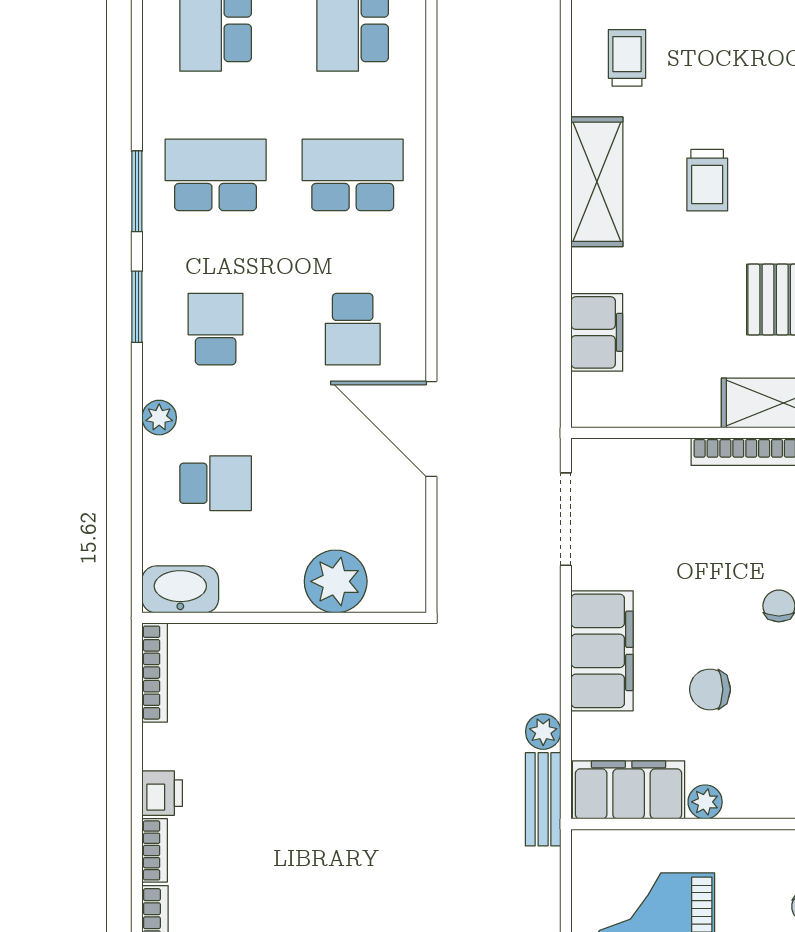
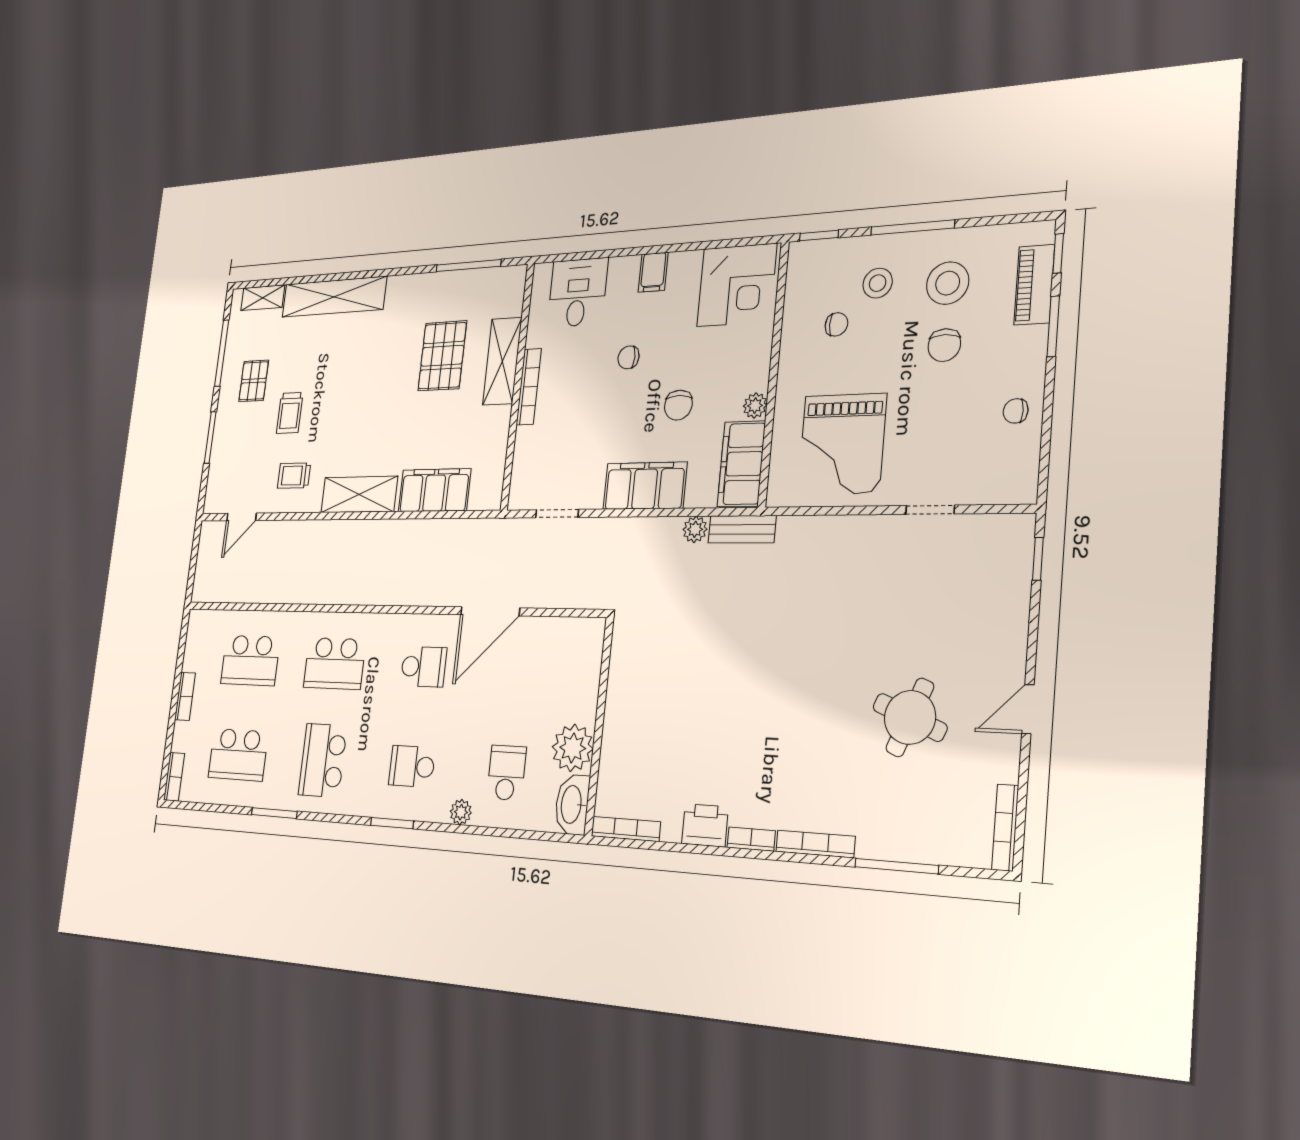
school desk: (353, 175) -> (335, 663), turned -90
trolley: (707, 180) -> (290, 413), moved, turned 90
window: (137, 191) -> (274, 813), moved
filing cabinet: (597, 332) -> (434, 490), width x1.50, depth x1.17
doorway: (566, 519) -> (557, 514), width x0.73
plant: (336, 581) -> (573, 748), moved
printer: (162, 793) -> (705, 825), width x1.36, depth x1.24

